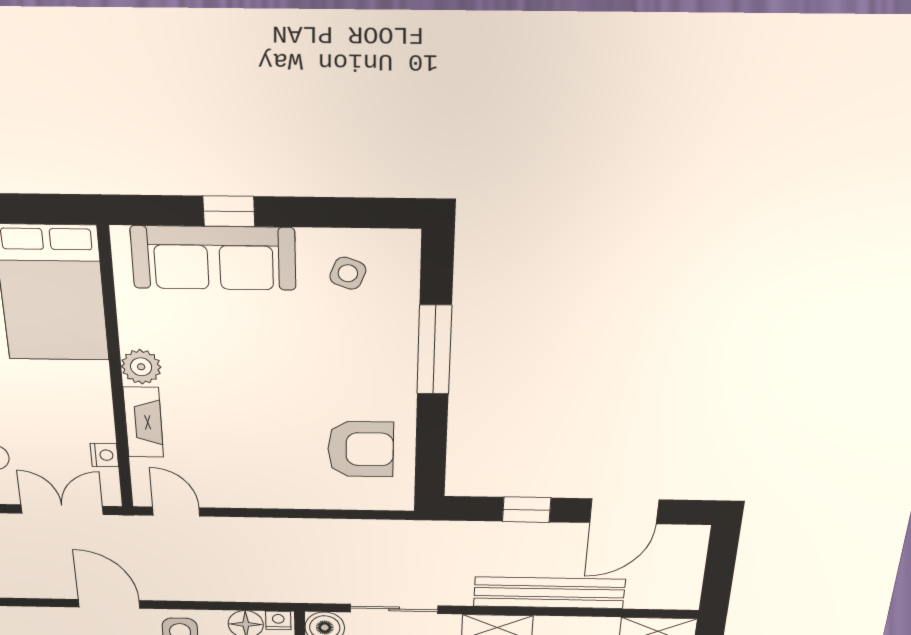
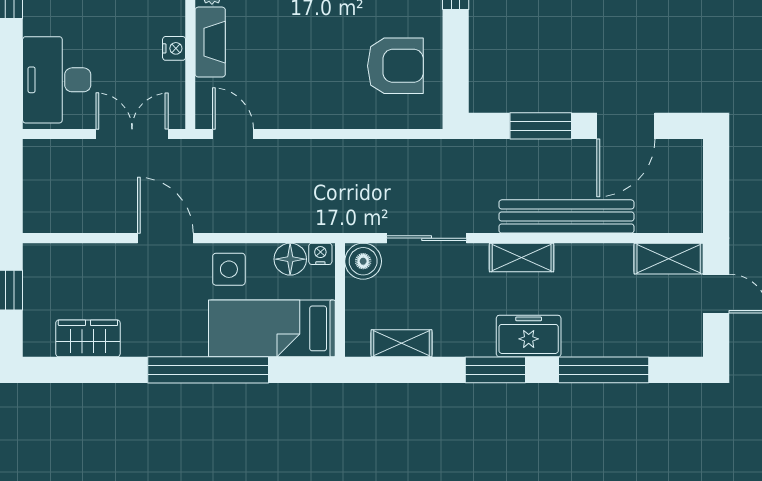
nightstand: (104, 455) -> (174, 48), moved
window: (527, 510) -> (541, 126), width x1.50

